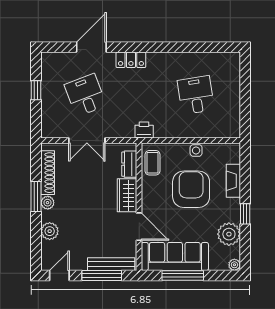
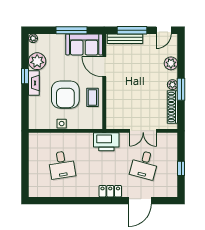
desk: (85, 95) -> (144, 165), turned 36
printer: (144, 130) -> (106, 142), width x1.87, depth x1.48
double door: (87, 141) -> (143, 131), swing flipped
coffee table: (153, 163) -> (92, 97), moved
dresser: (129, 164) -> (112, 113), removed
fireplace: (233, 181) -> (34, 83), moved
wardrobe: (127, 195) -> (113, 90), removed
sofa: (175, 257) -> (84, 44), width x0.73

